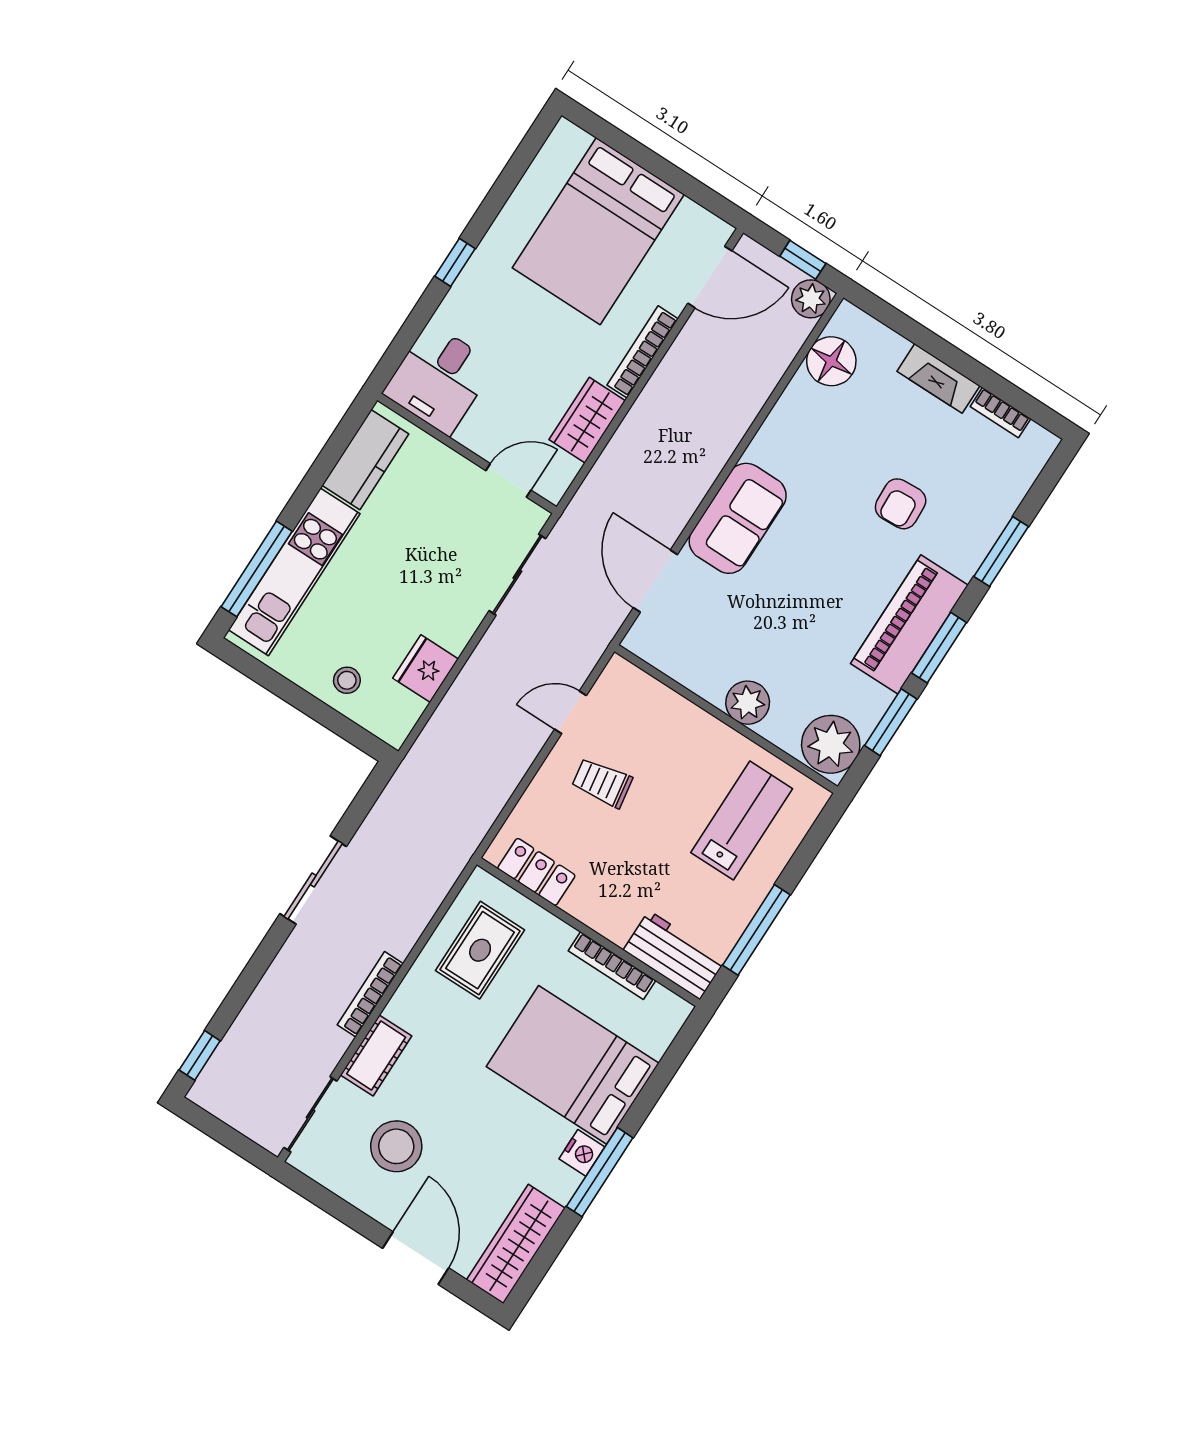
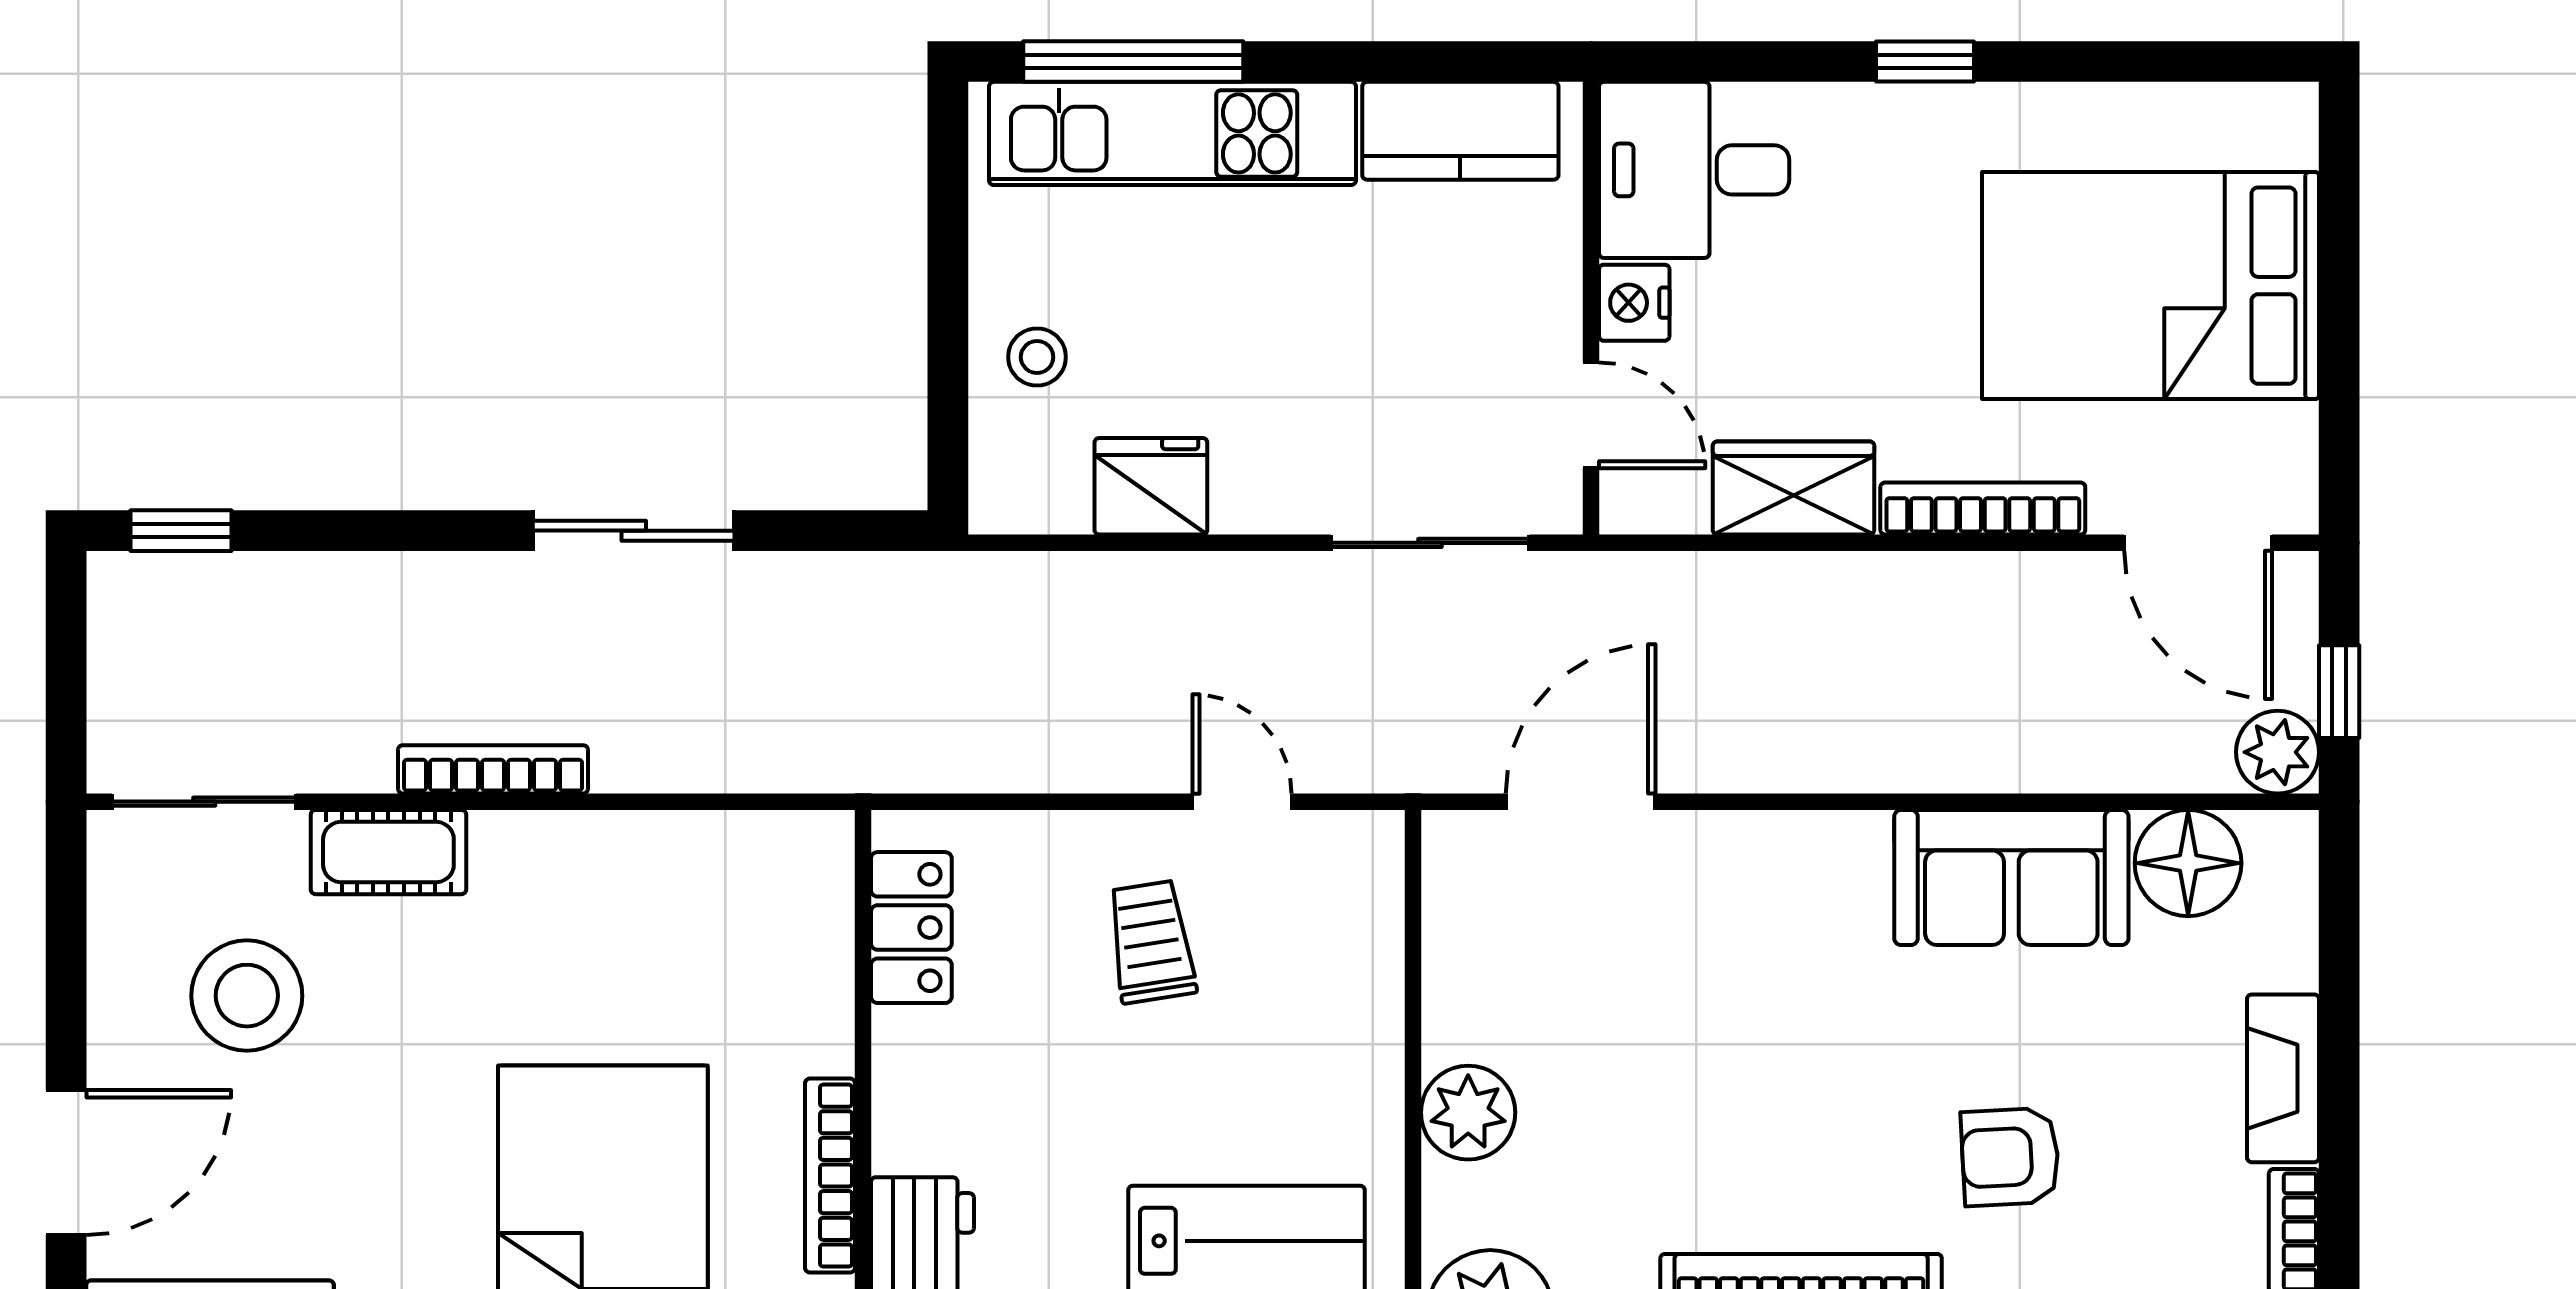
nightstand: (476, 435) -> (1634, 303), added
sofa: (738, 518) -> (2011, 877), moved
rug: (480, 950) -> (702, 917), removed

